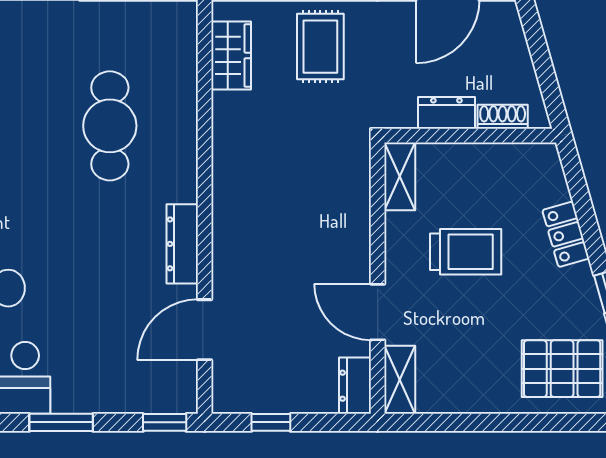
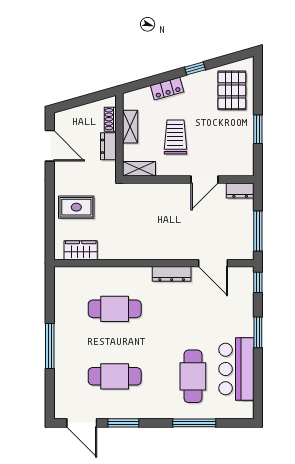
shelving: (400, 380) -> (130, 127), moved, turned 90
window: (271, 422) -> (258, 231), width x2.17
window: (482, 422) -> (258, 129), added

